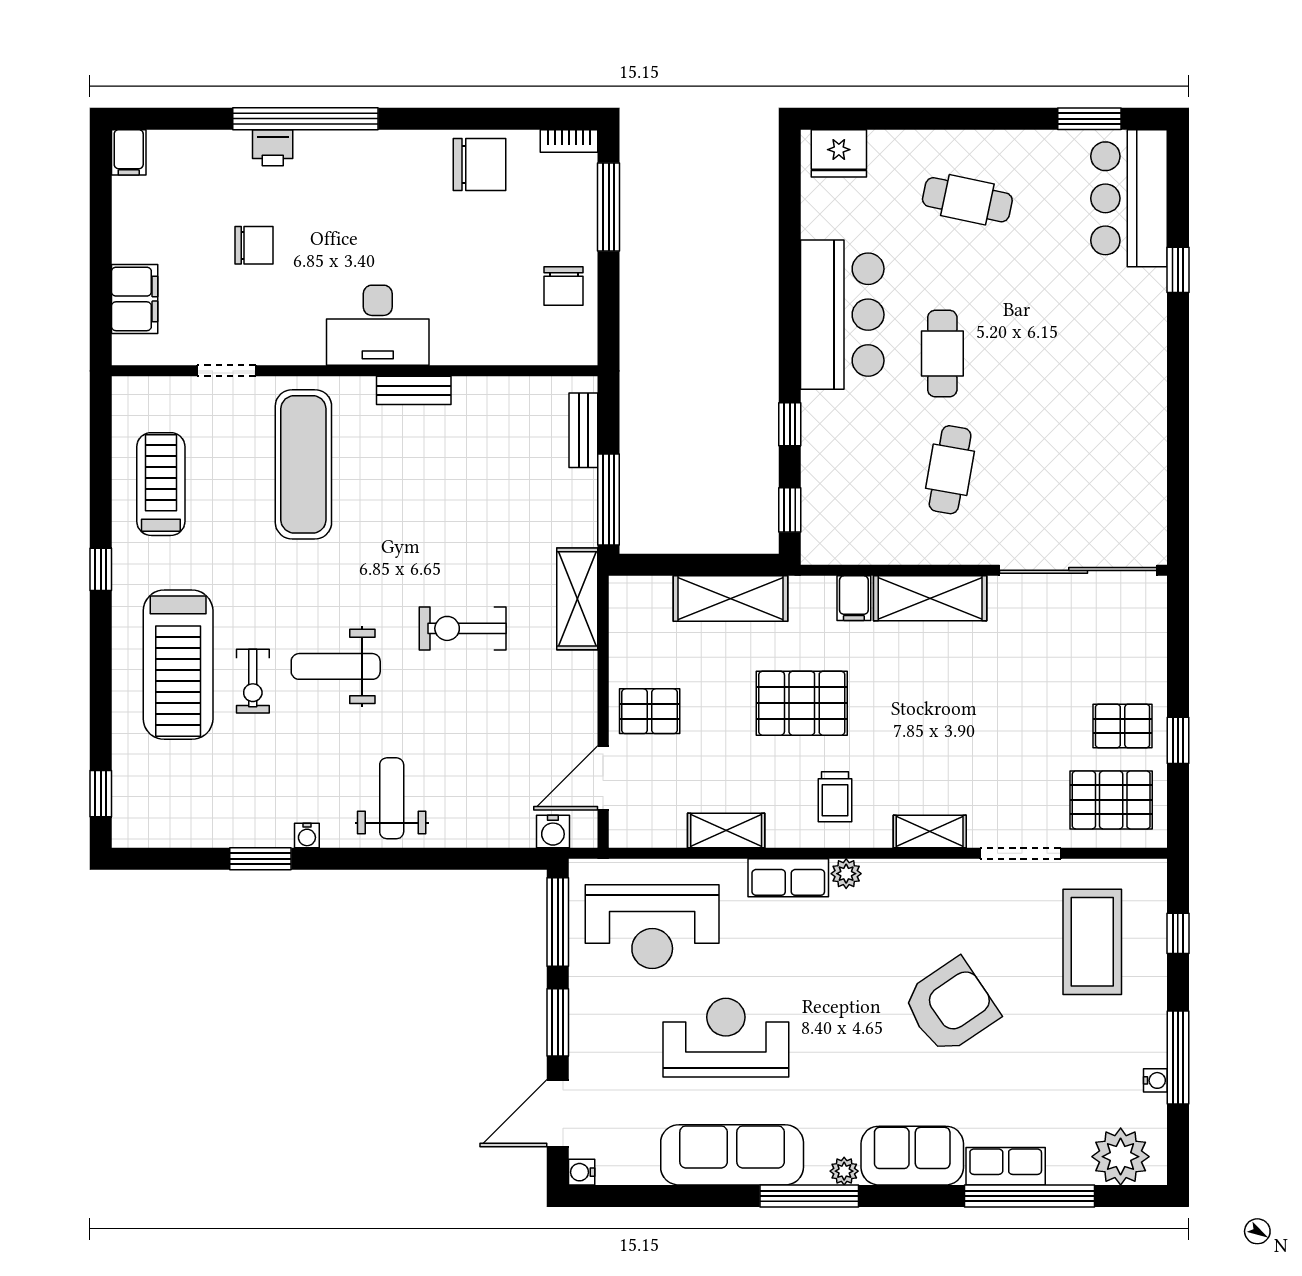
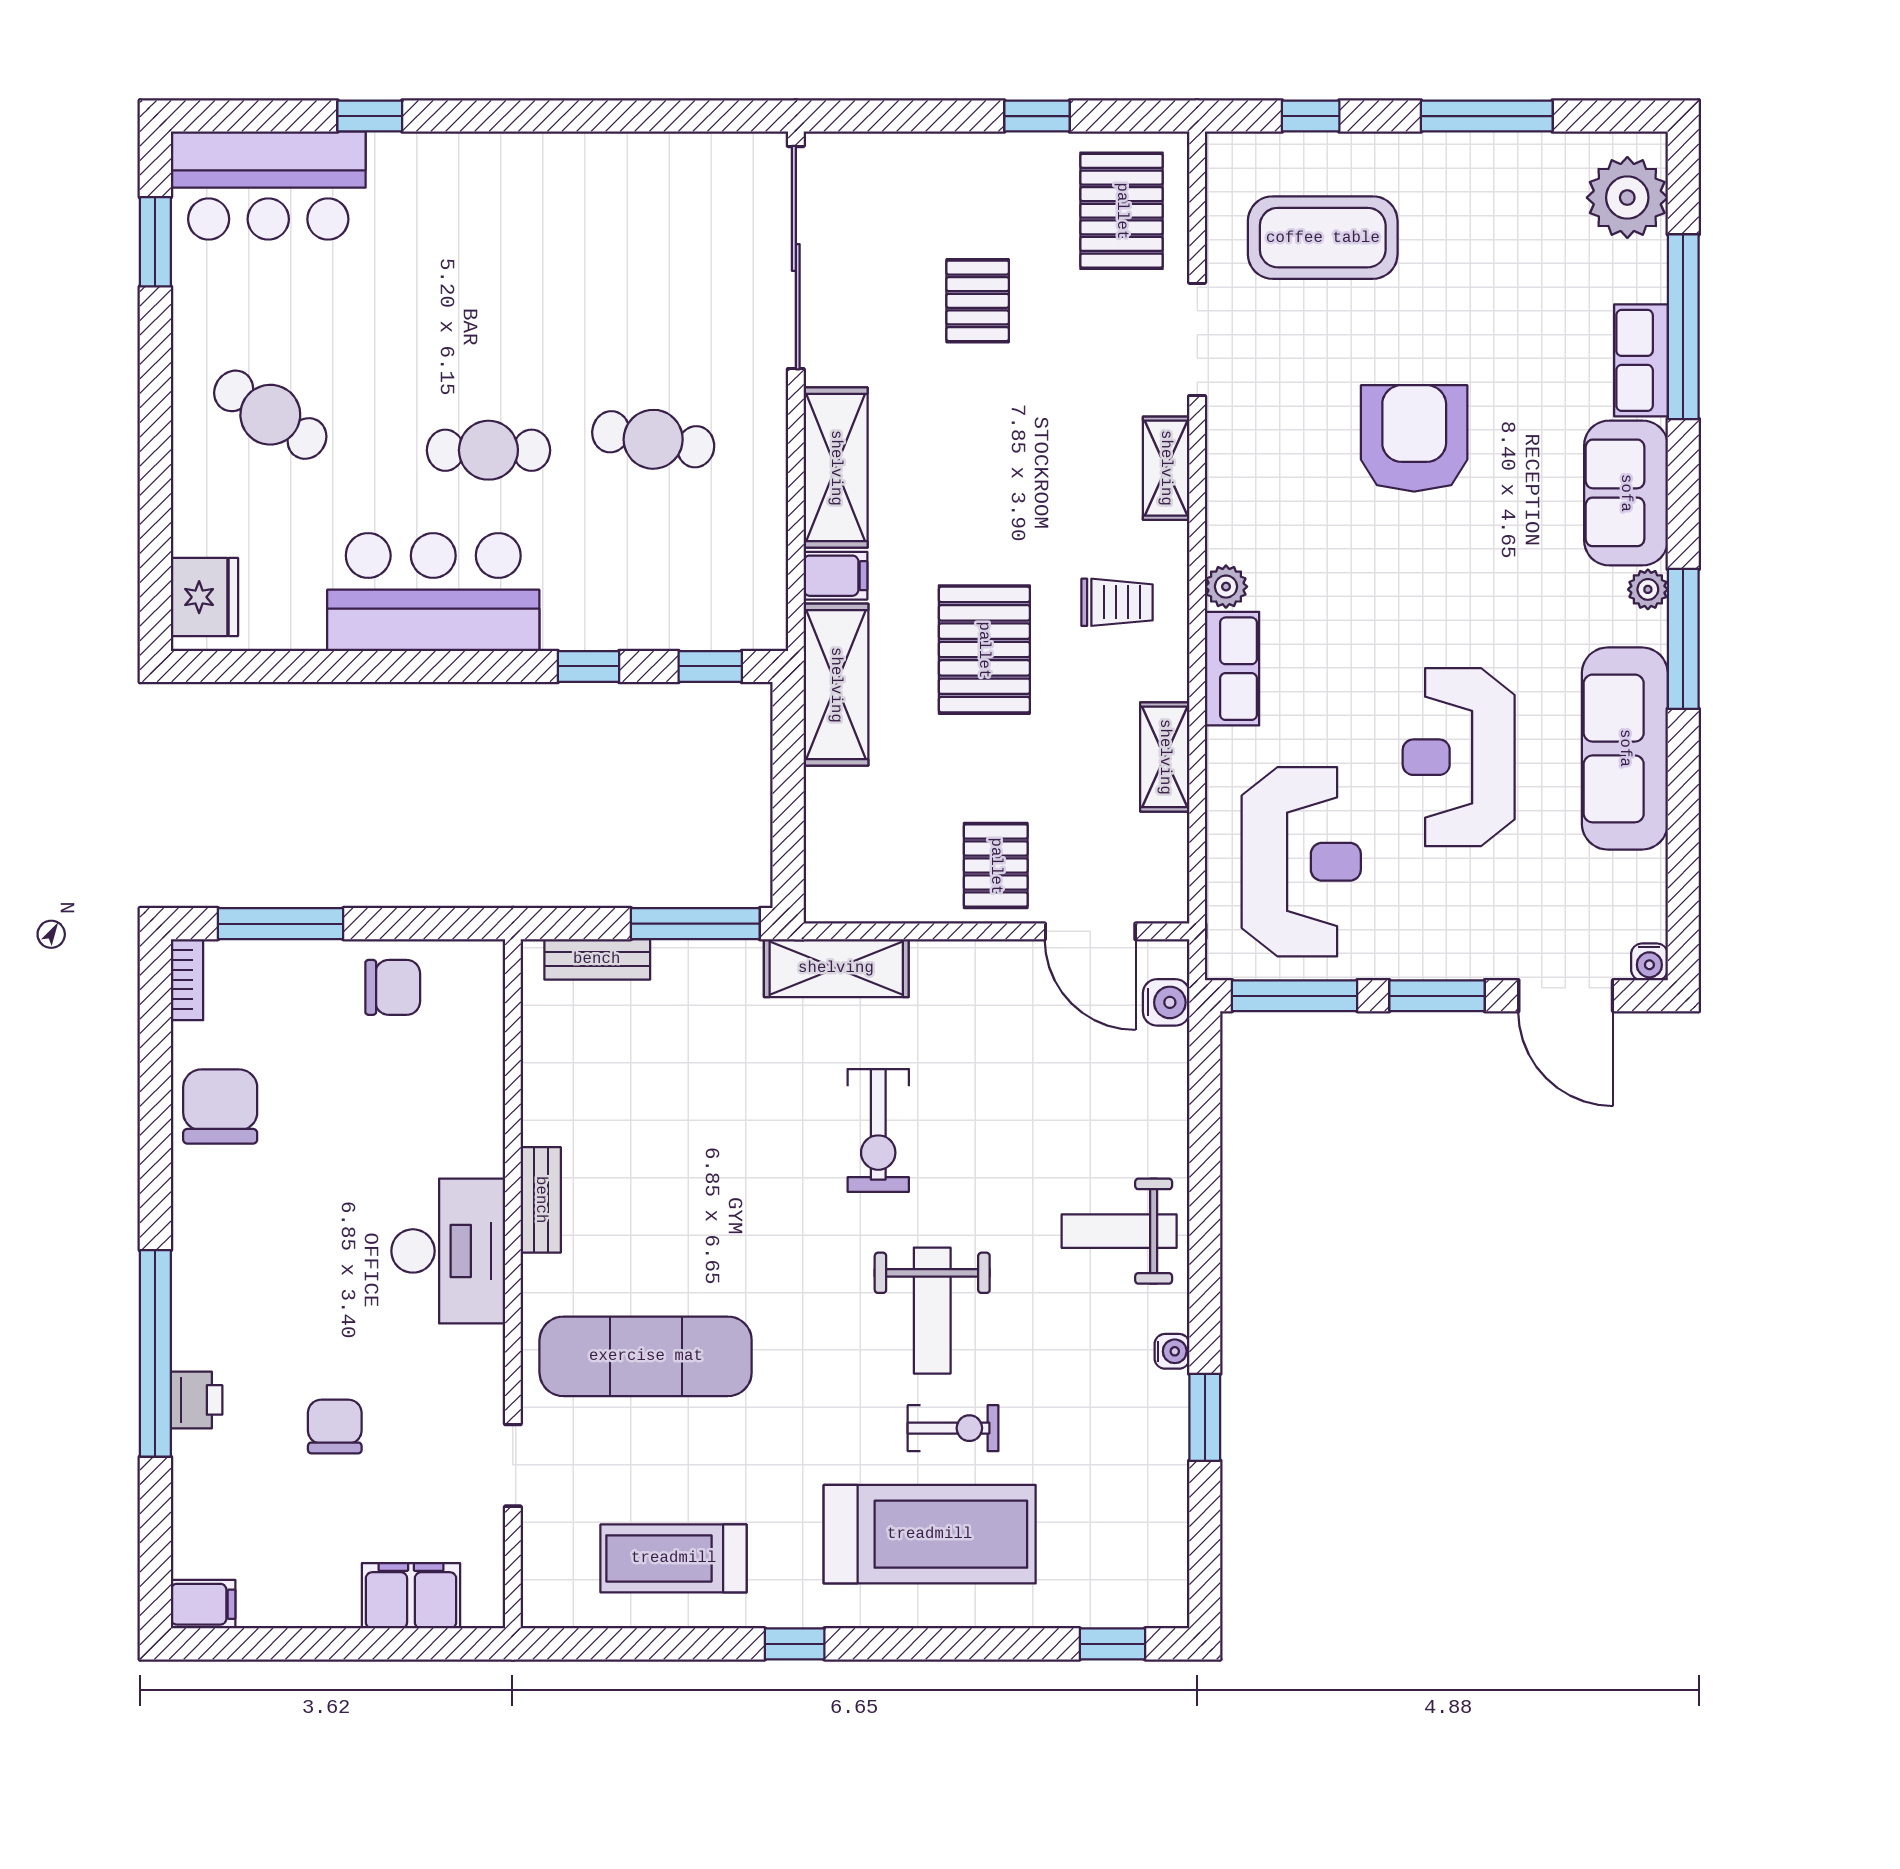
cafe table: (967, 200) -> (270, 415), turned -69
shelving: (730, 599) -> (836, 685), moved
pallet: (1123, 726) -> (978, 301), moved
armchair: (951, 1006) -> (1414, 438), turned 34
water cooler: (1155, 1080) -> (1519, 148), removed

